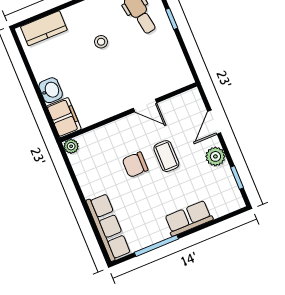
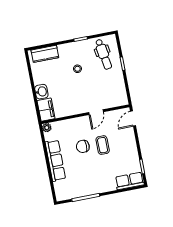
door: (145, 105) -> (96, 112), hinge flipped
door: (214, 122) -> (133, 119), moved
plant: (215, 156) -> (132, 151), removed
row of seats: (189, 218) -> (130, 181), moved
row of seats: (108, 227) -> (55, 161), moved

